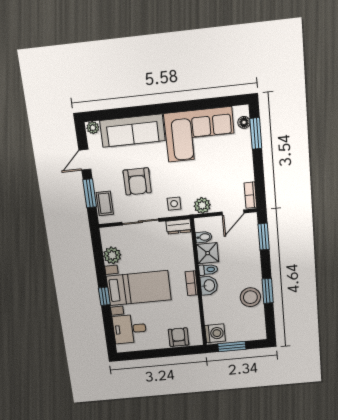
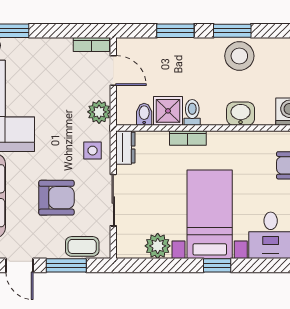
window: (264, 237) -> (175, 31), moved
bookcase: (192, 283) -> (188, 138), moved
washbasin: (209, 285) -> (241, 114), moved

